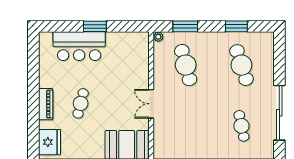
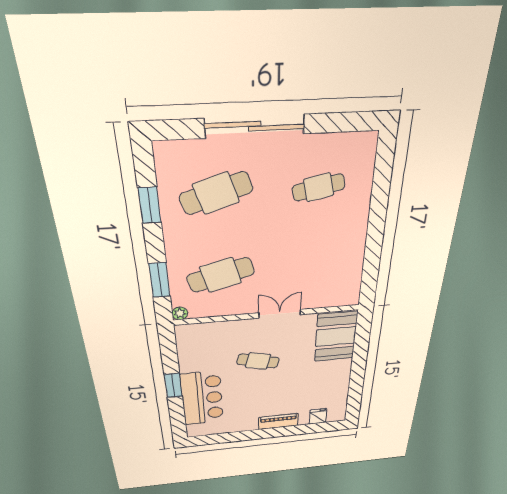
cafe table: (81, 103) -> (258, 361), moved
double door: (151, 104) -> (280, 314), swing flipped
sliding door: (279, 113) -> (255, 126), moved
fridge: (49, 142) -> (318, 416), width x0.53, depth x0.75

